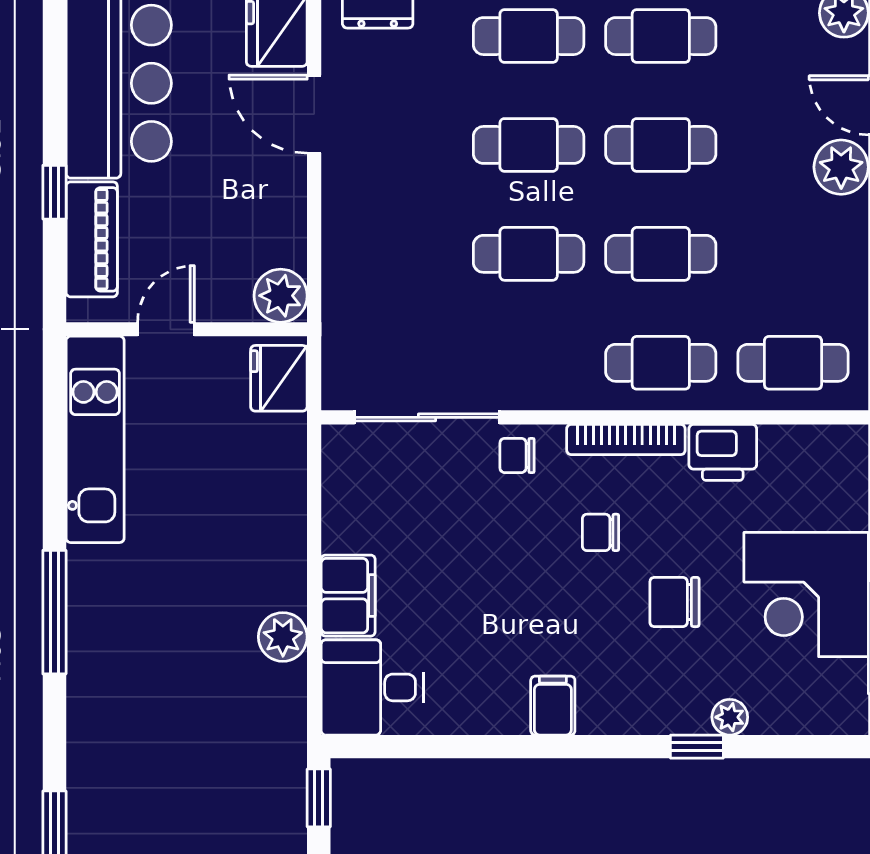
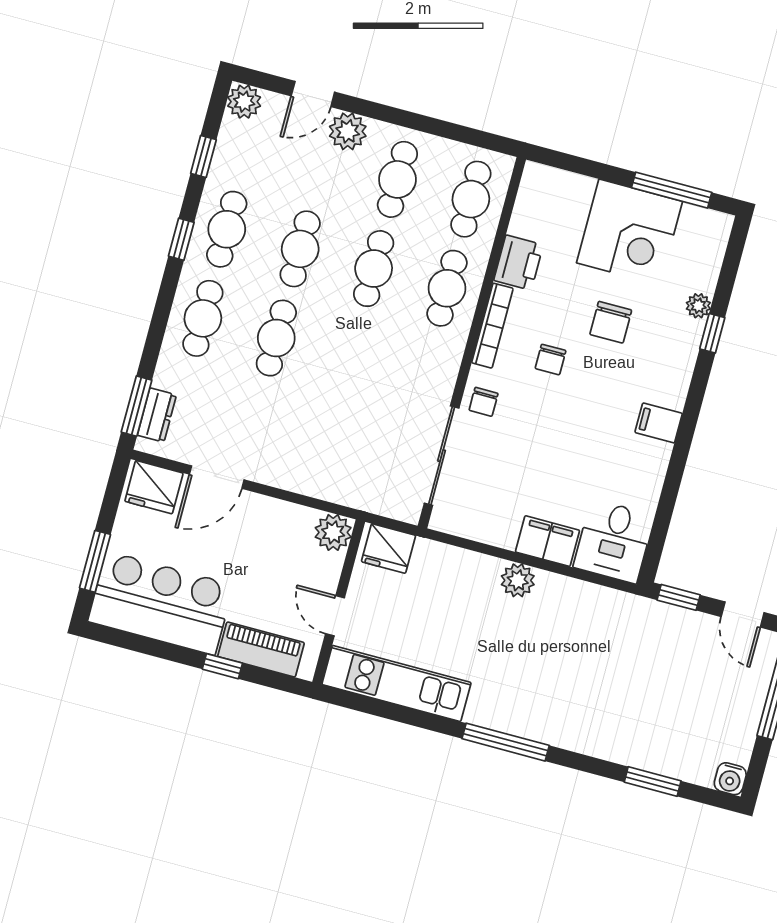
cafe table: (529, 254) -> (397, 179), moved
plant: (283, 637) -> (518, 580), moved

